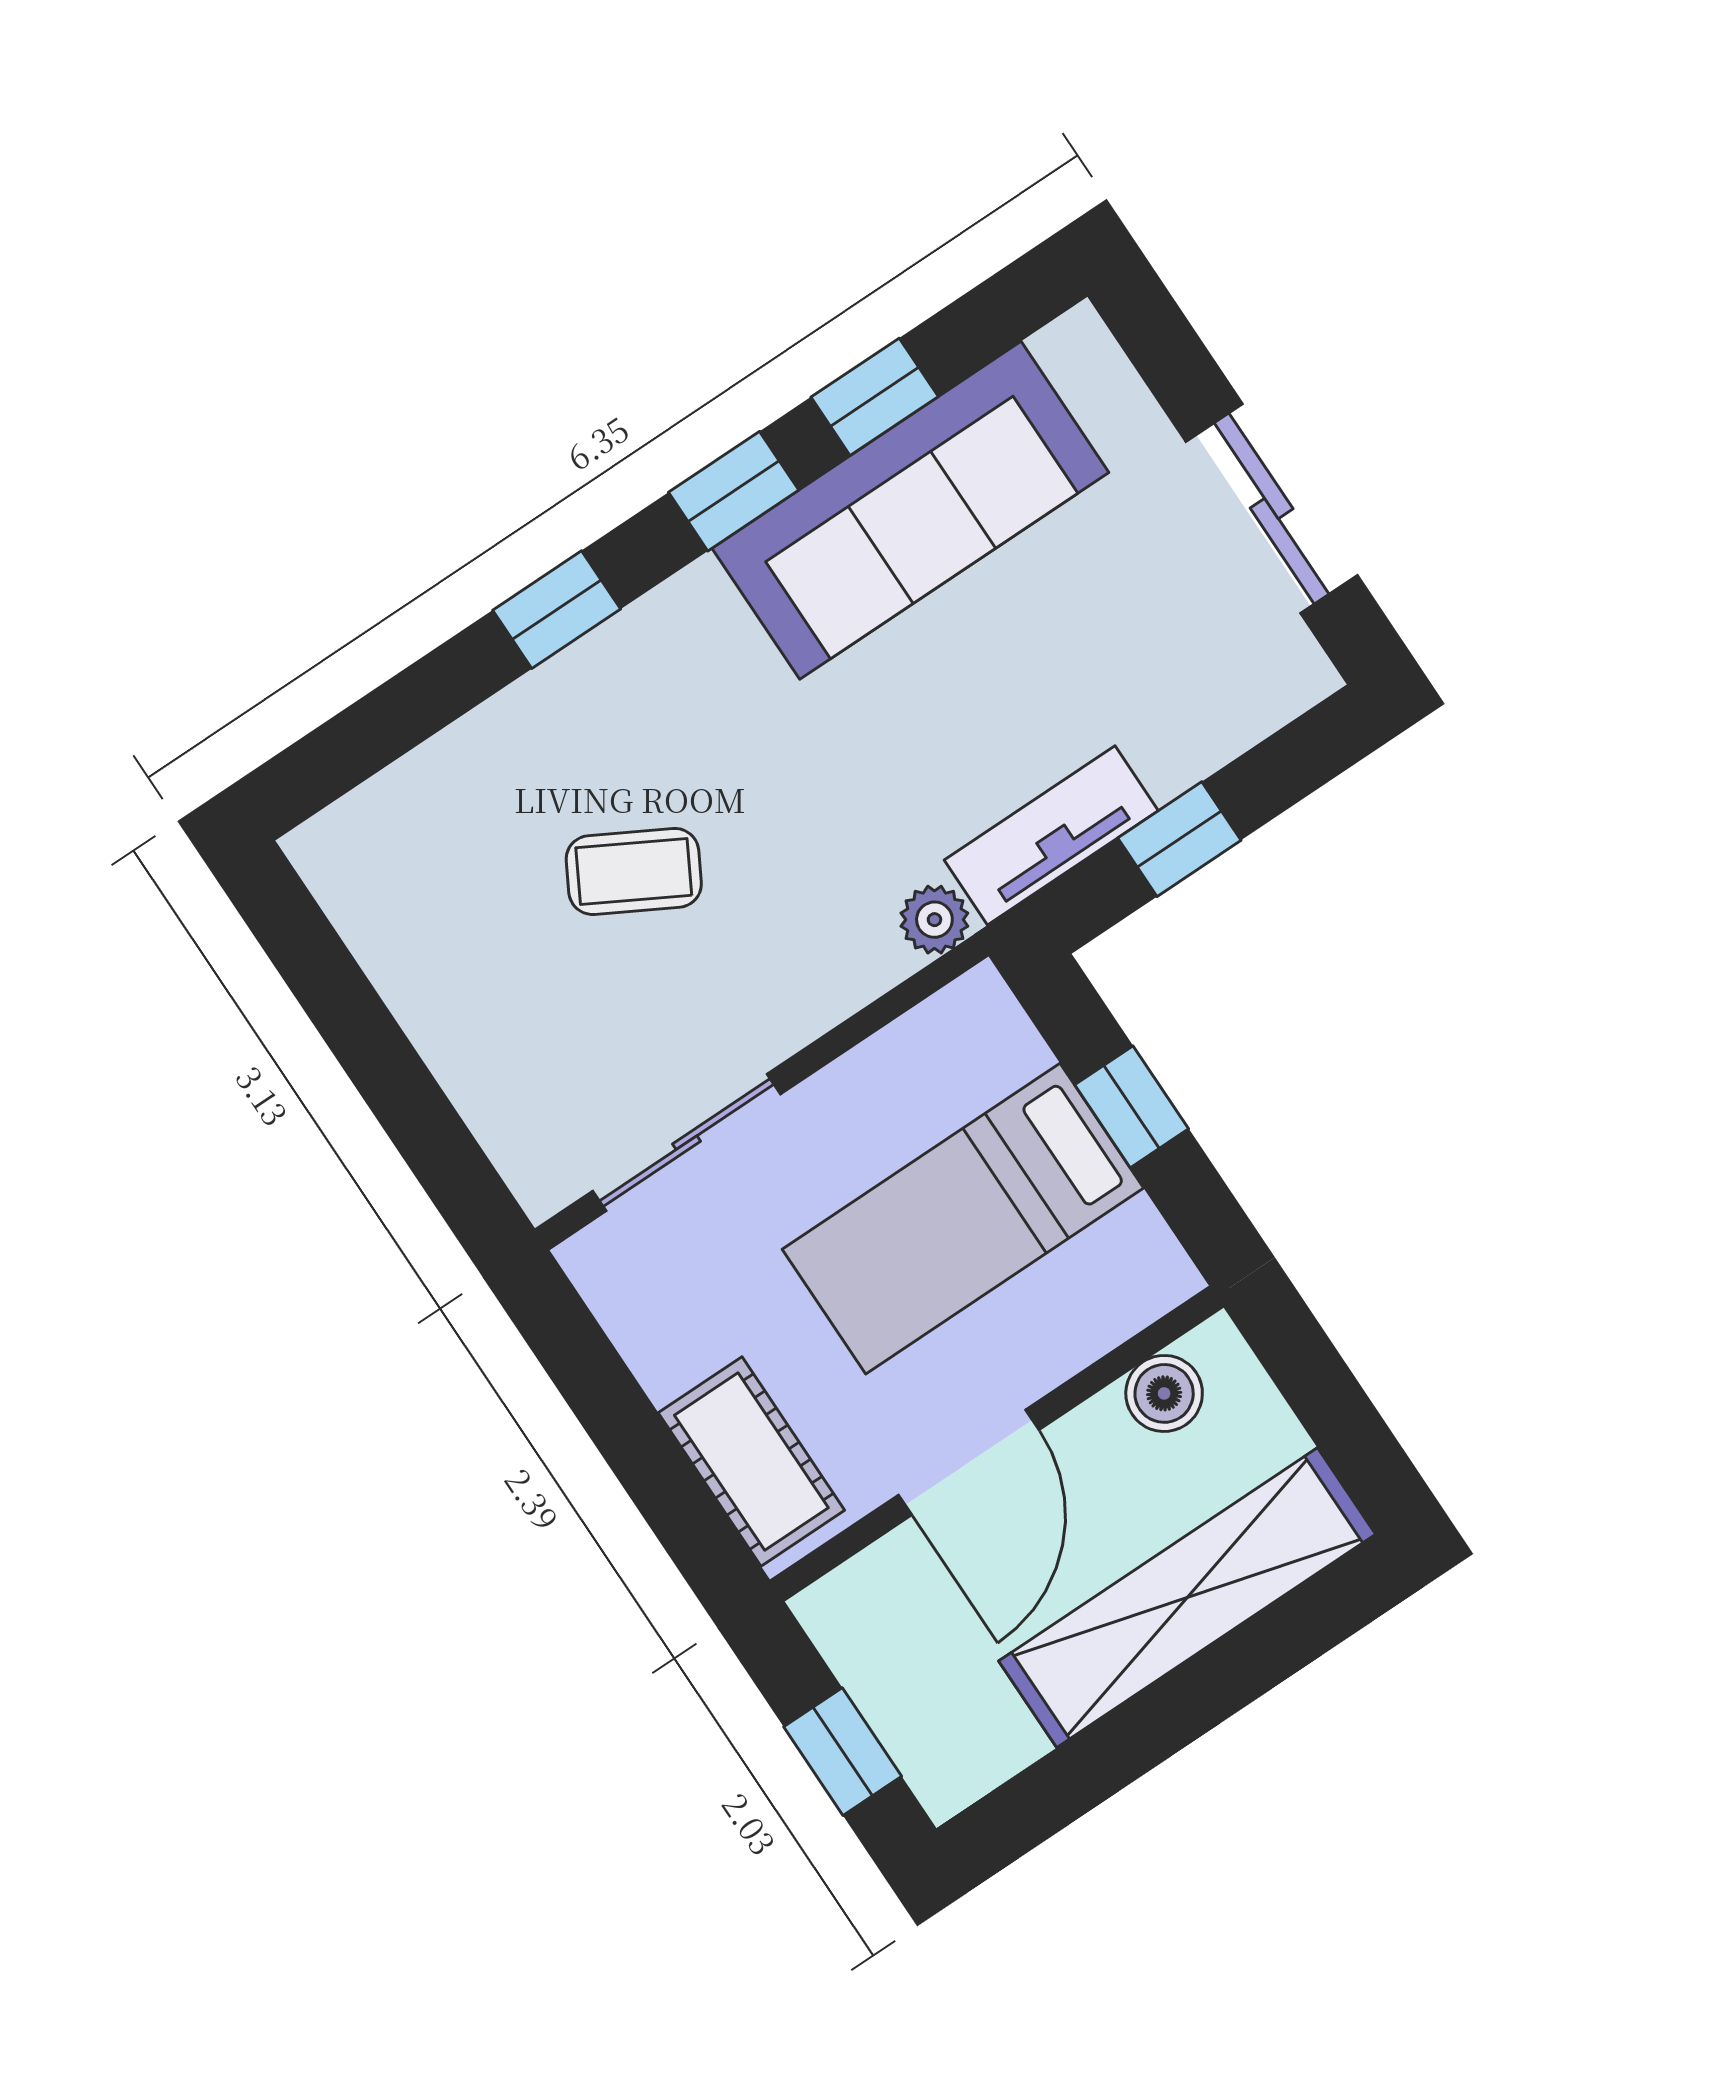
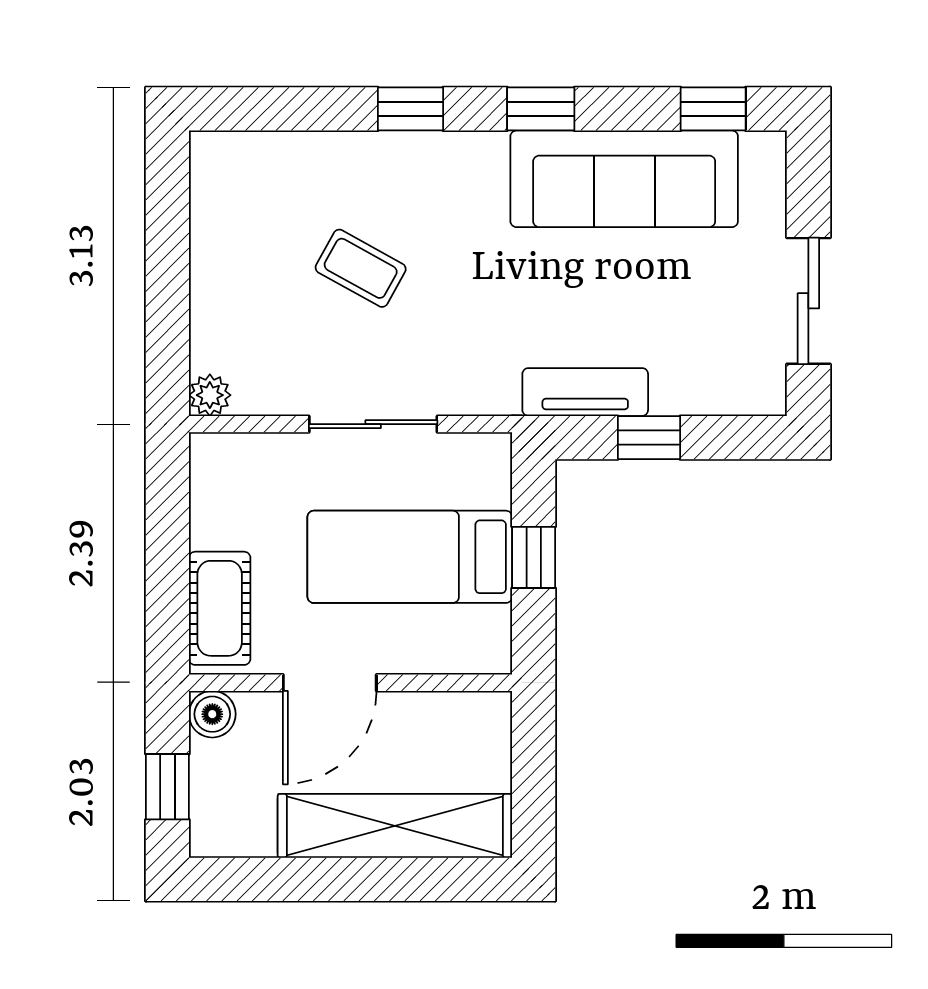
window: (875, 397) -> (713, 109), moved
plant: (934, 920) -> (210, 395), moved
sliding door: (687, 1143) -> (373, 424), moved
boiler: (1164, 1393) -> (212, 714), moved

